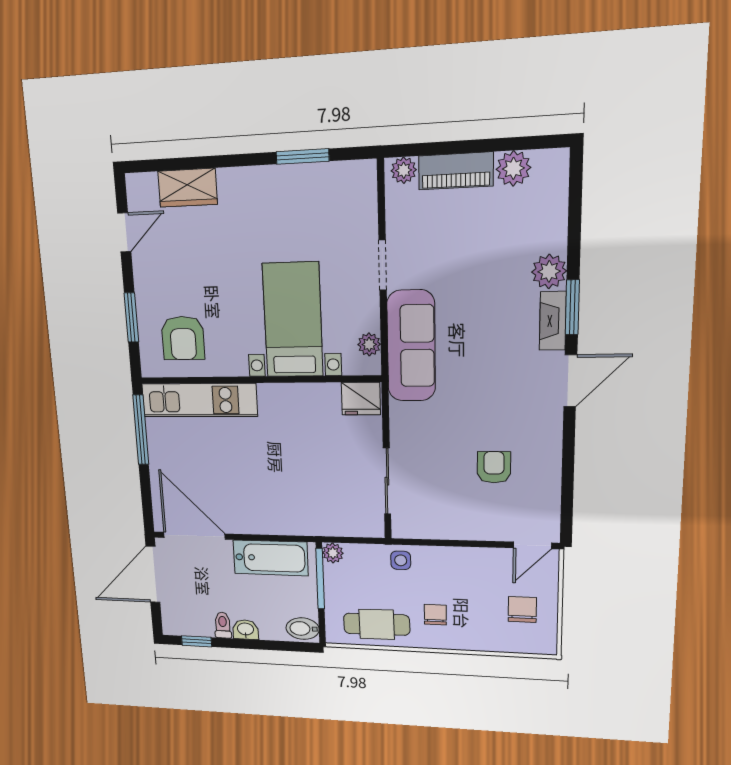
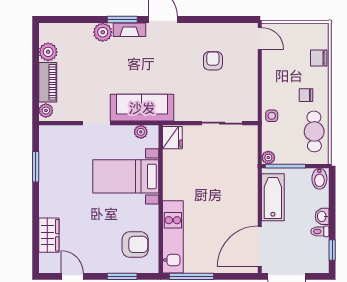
armchair: (494, 467) -> (213, 61), turned 90
chair: (522, 610) -> (319, 58), moved

